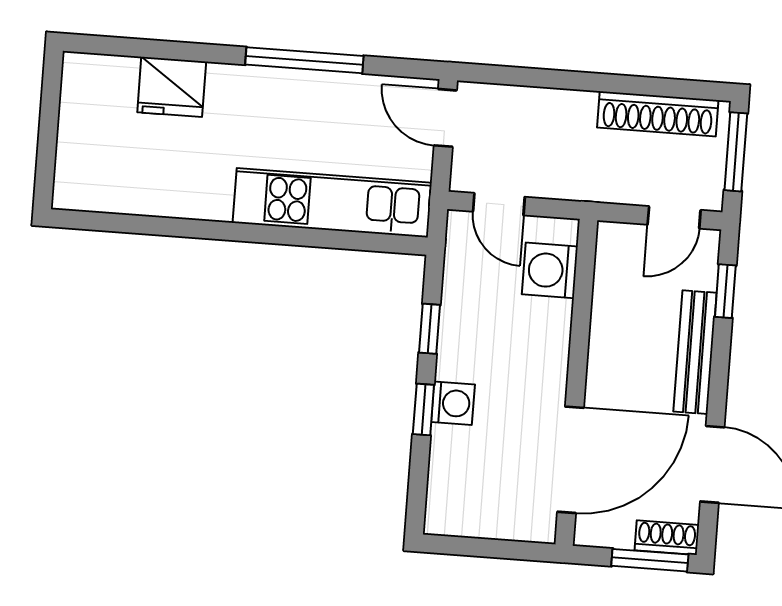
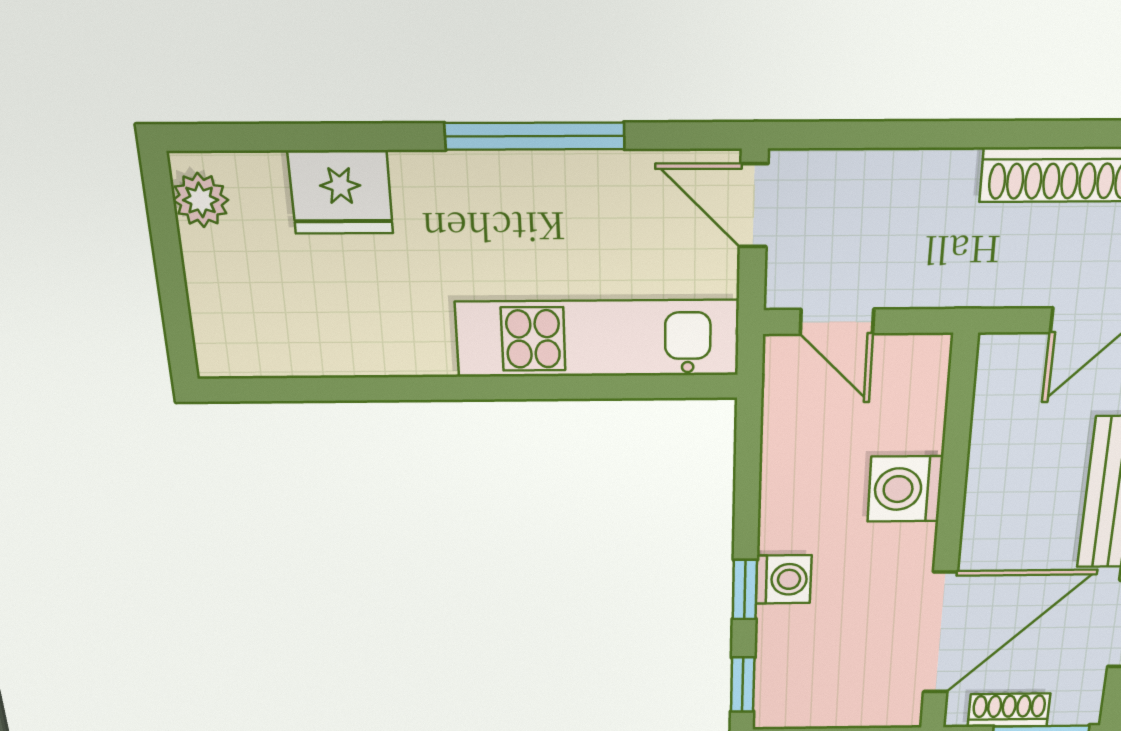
plant: (78, 85) -> (201, 200), added
washing machine: (550, 270) -> (905, 489), moved
window: (429, 329) -> (743, 685), moved
shoe rack: (667, 538) -> (1009, 710), moved

